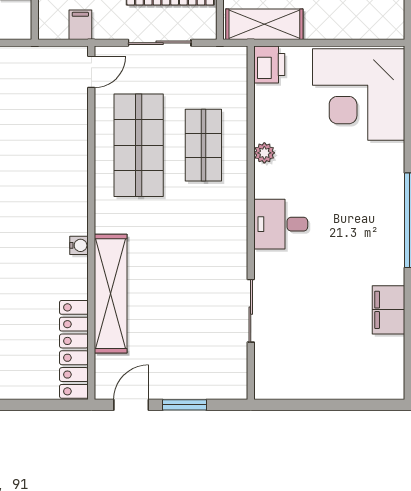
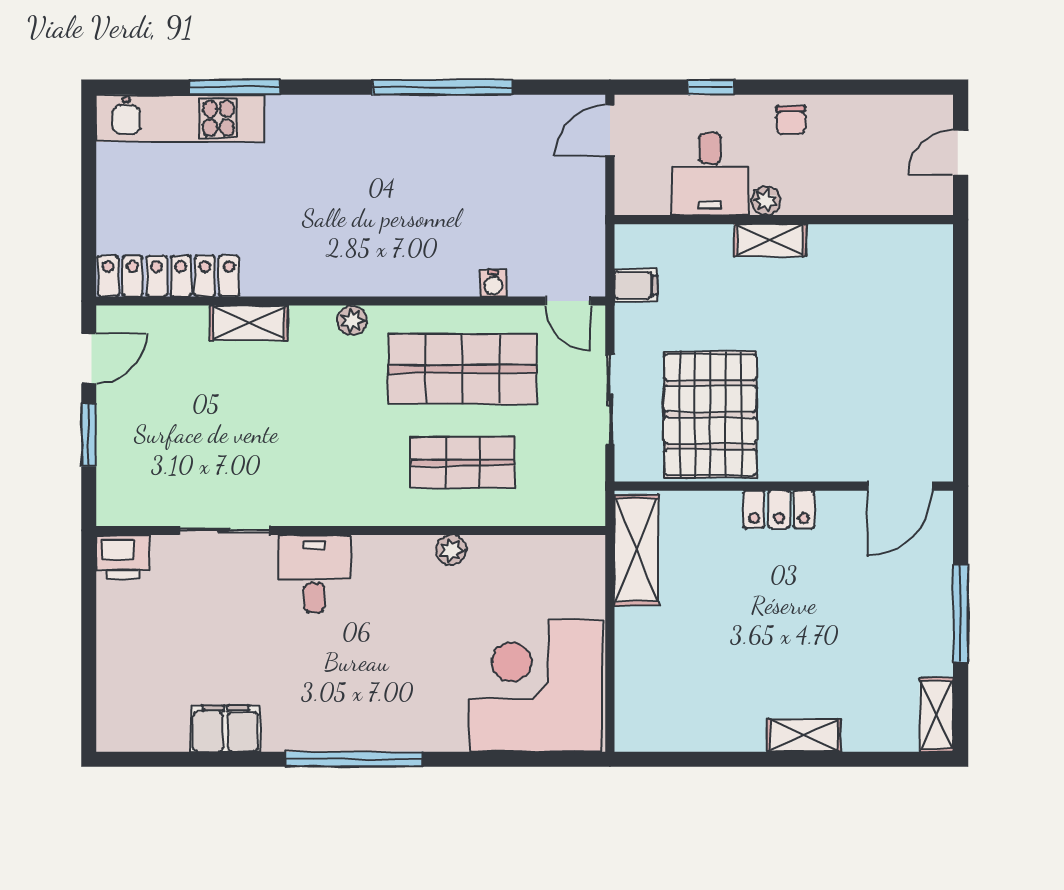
printer: (269, 64) -> (123, 557), moved
plant: (105, 222) -> (352, 320), added
desk: (281, 224) -> (314, 574), moved
water cooler: (79, 245) -> (493, 283), moved
shelving: (111, 294) -> (249, 323), width x0.45, depth x0.75
door: (131, 405) -> (89, 358), hinge flipped

